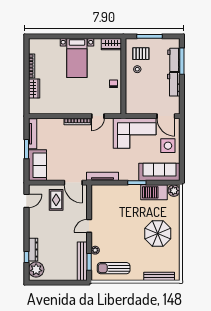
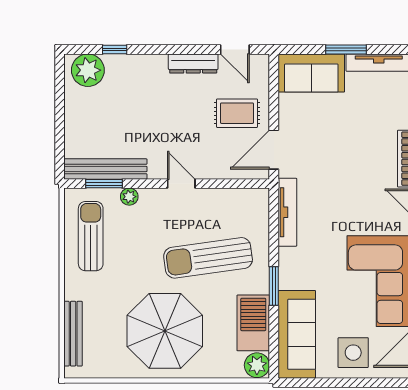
sun lounger: (124, 213) -> (208, 258), added
parasol: (158, 234) -> (165, 331), width x1.36, depth x1.36
dresser: (33, 250) -> (193, 63), moved

